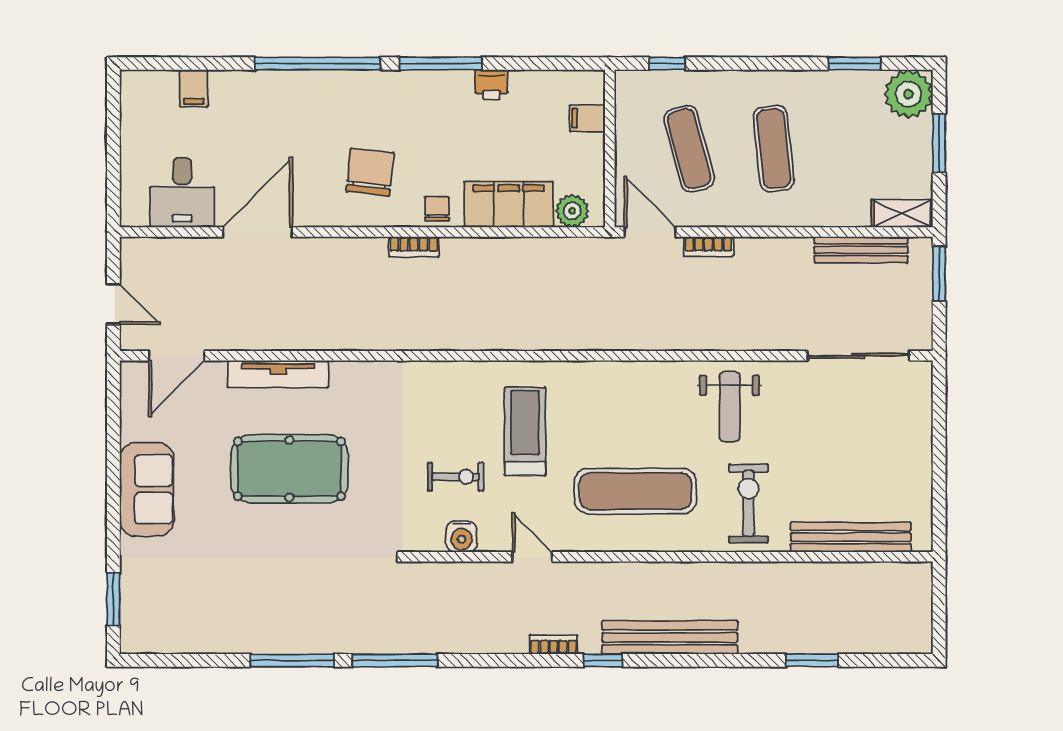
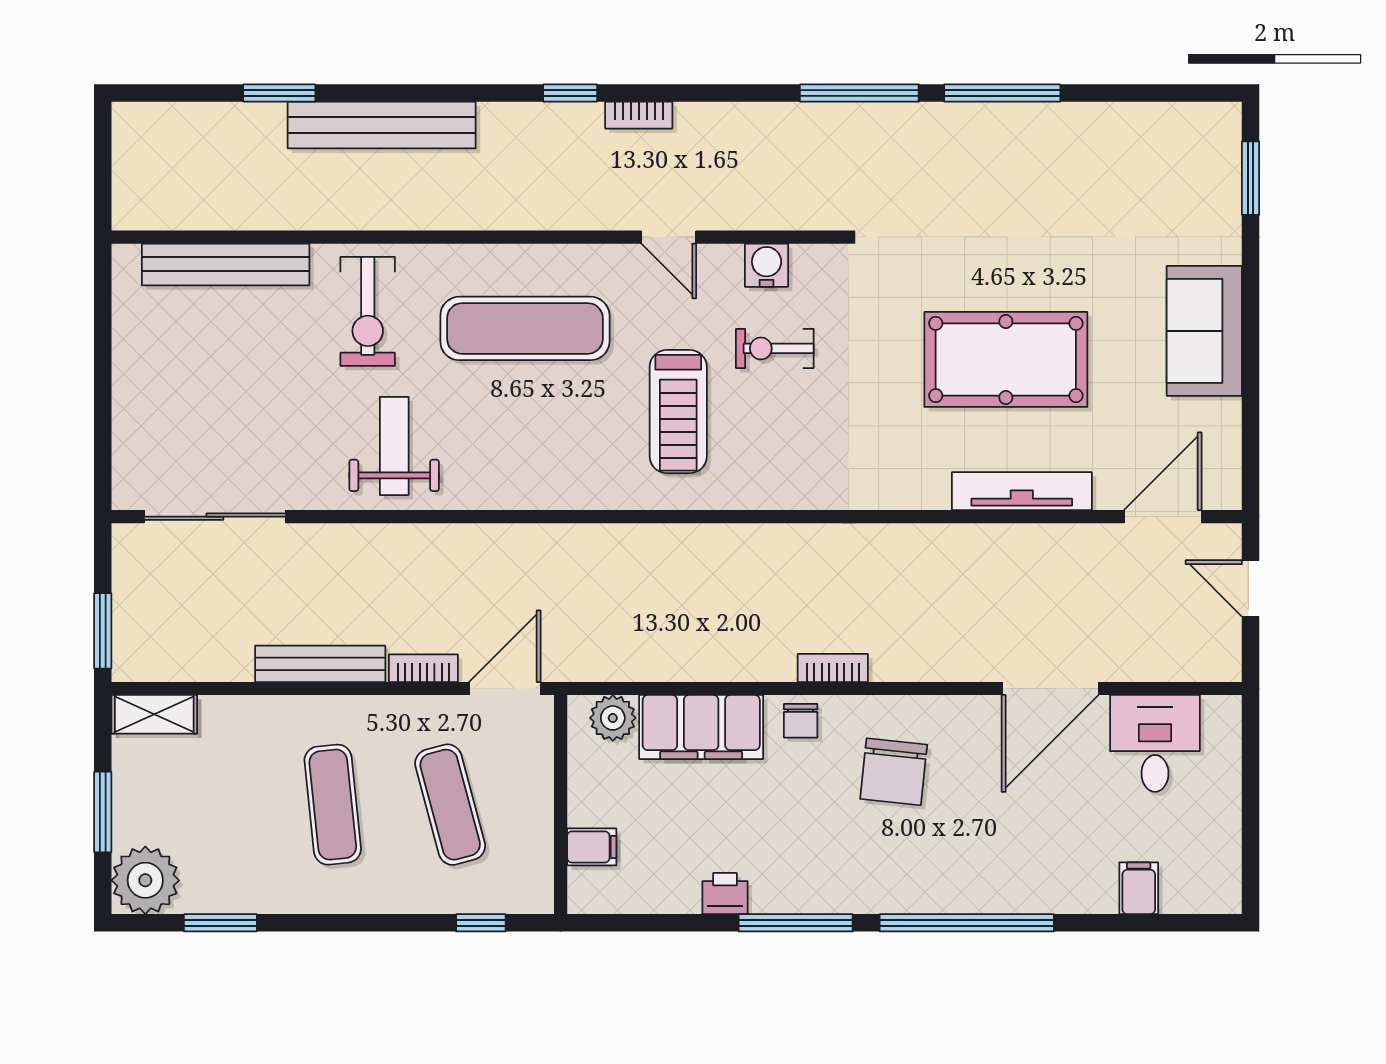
door: (650, 232) -> (505, 689), swing flipped
bench: (861, 250) -> (320, 664), moved
bench: (670, 637) -> (382, 125), moved

